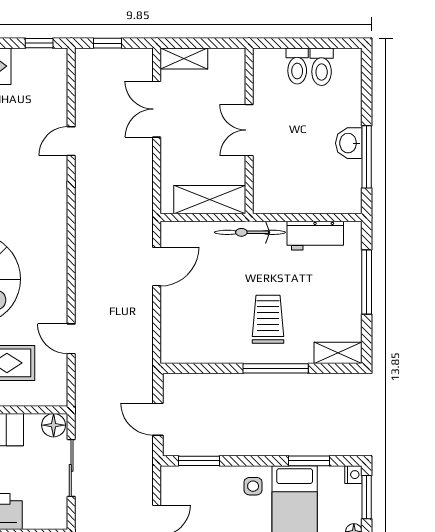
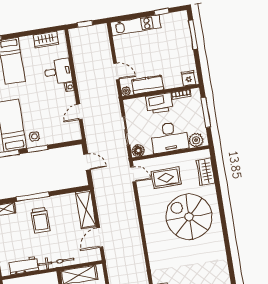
shelving: (175, 326) -> (86, 209), added
door: (71, 339) -> (133, 174), moved
window: (199, 461) -> (38, 149), moved

